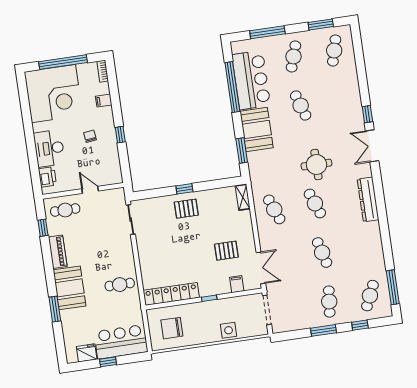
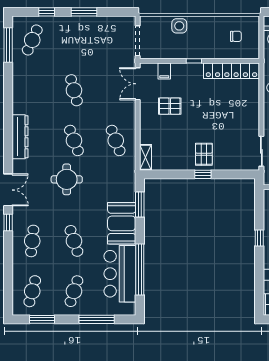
pallet: (186, 209) -> (204, 154), turned 90
cafe table: (329, 302) -> (32, 241), moved
chair: (172, 328) -> (236, 36), width x0.54, depth x0.54

